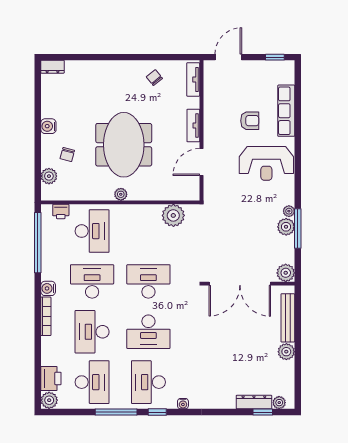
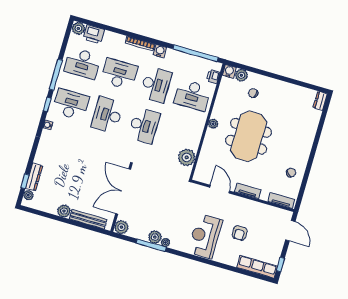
row of seats: (286, 111) -> (257, 267), moved
water cooler: (48, 126) -> (229, 71), moved
meeting table: (124, 145) -> (249, 136), turned 90

